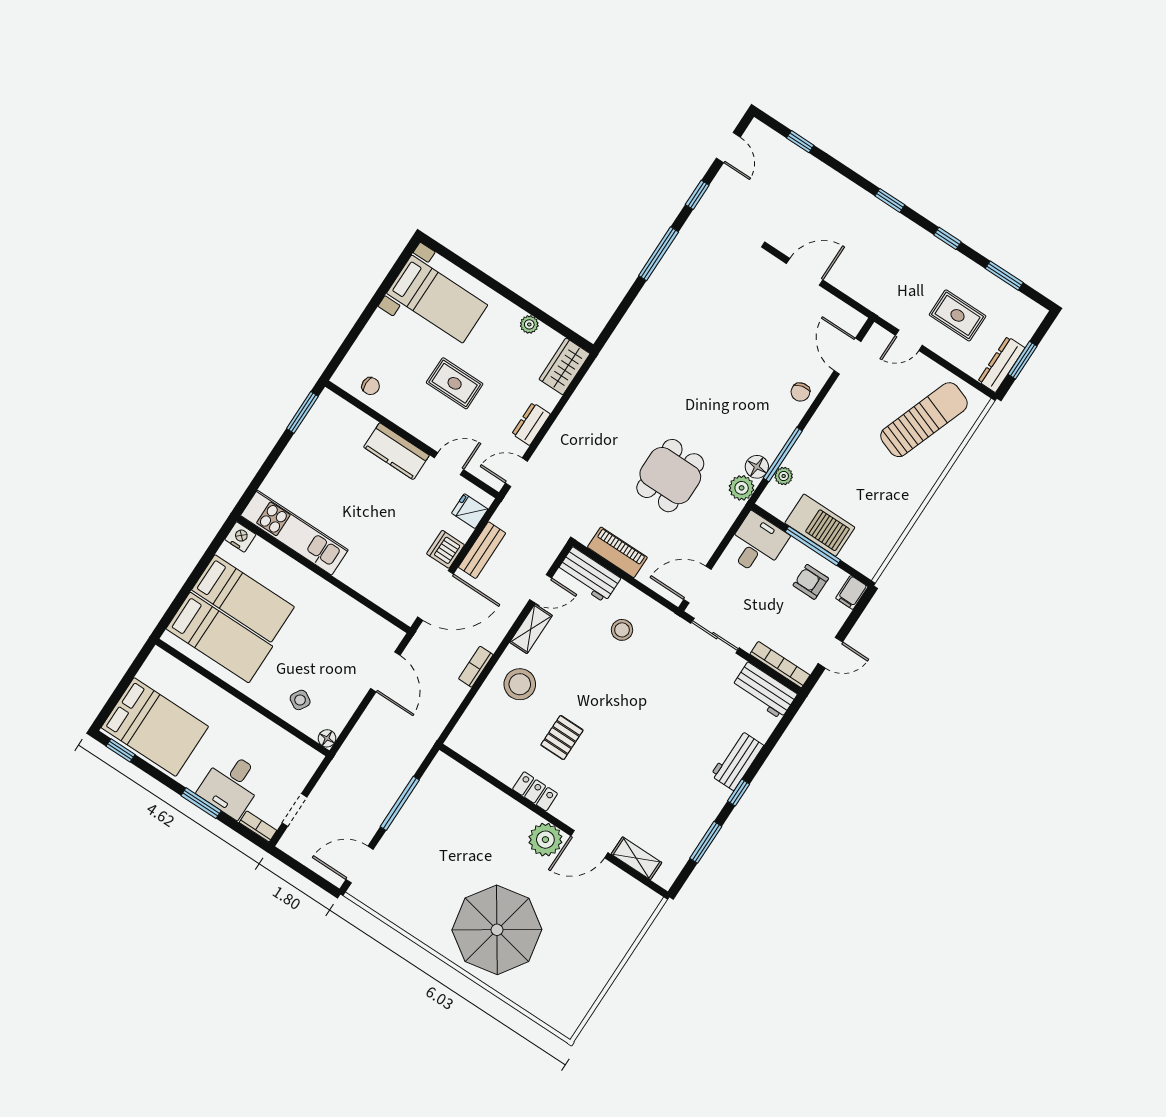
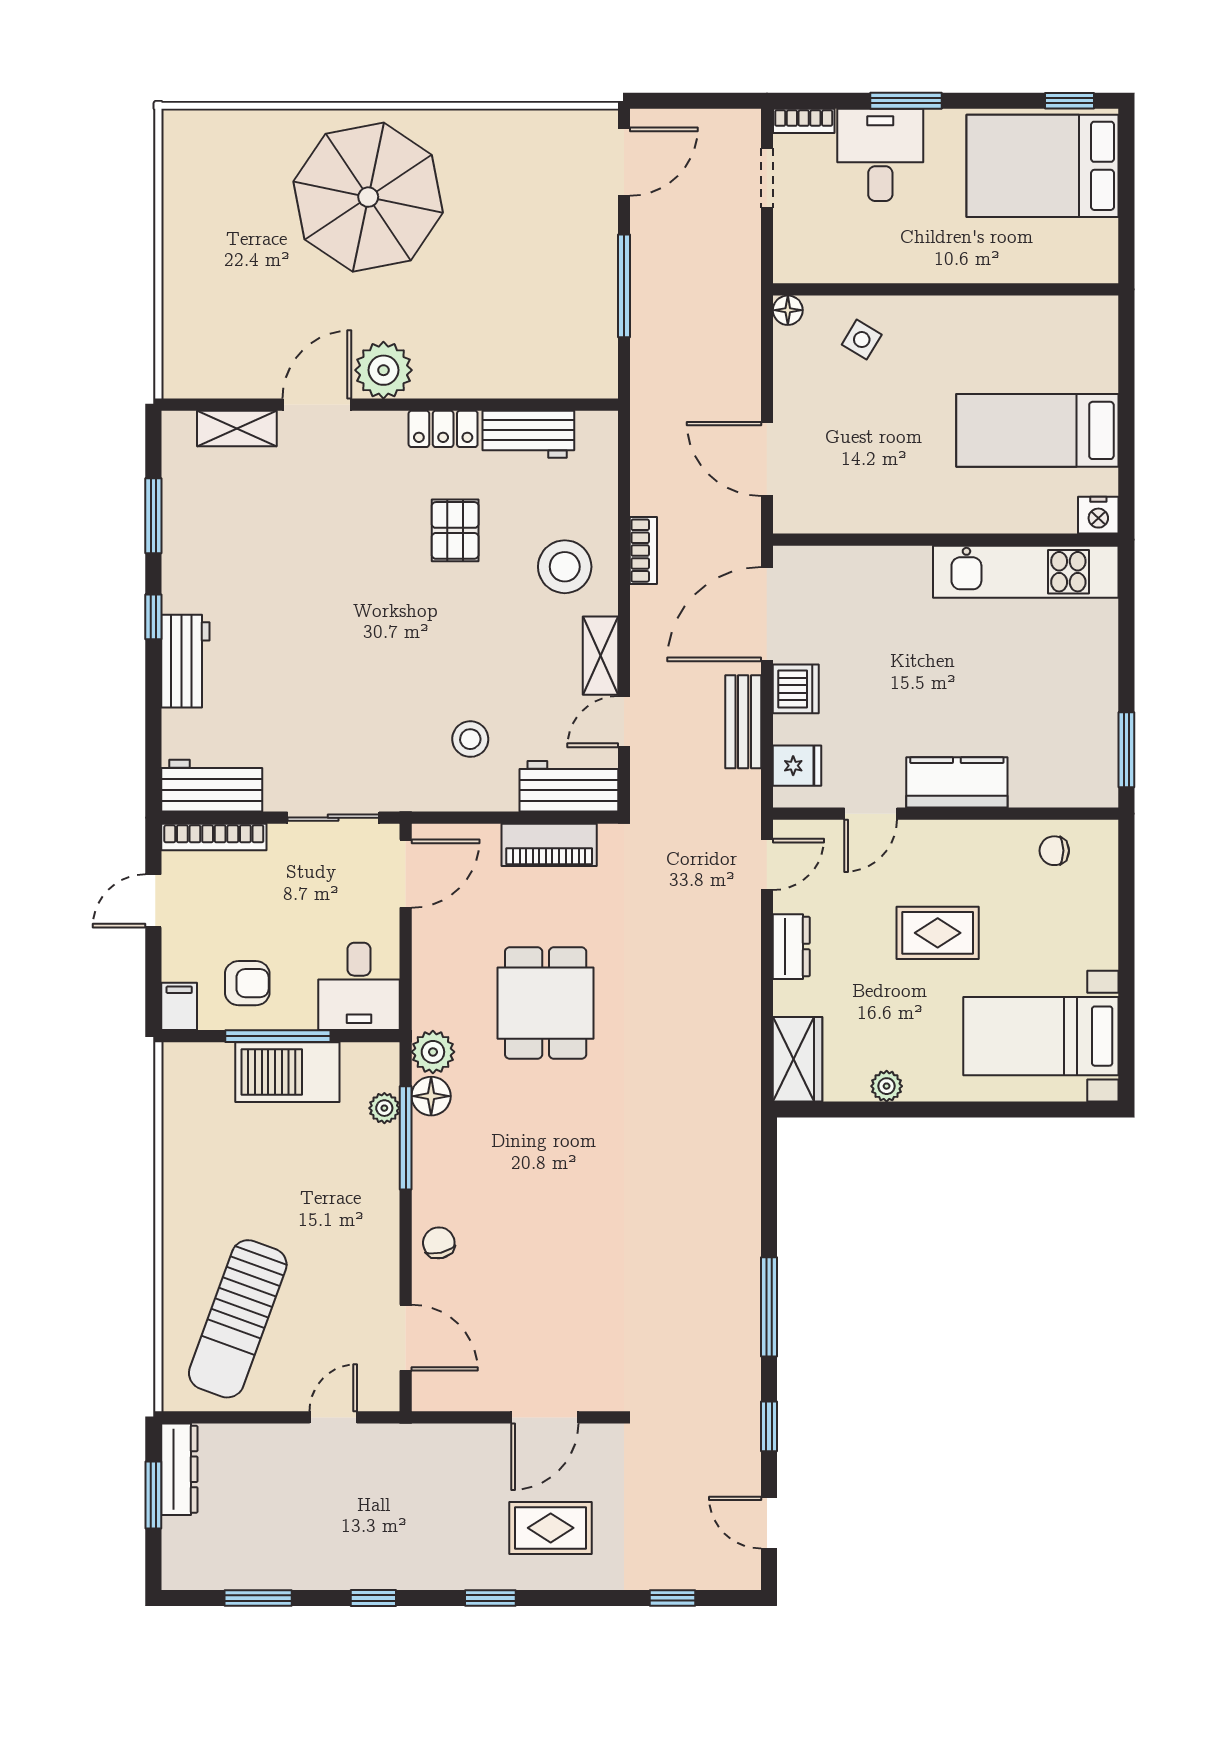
rug: (958, 315) -> (551, 1528), moved
bed: (219, 638) -> (1034, 353), removed
workbench: (495, 761) -> (528, 434), added

